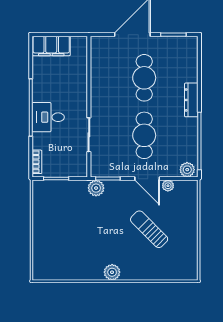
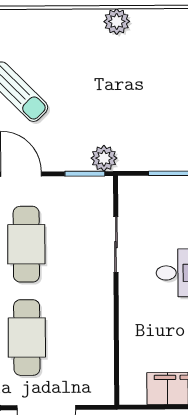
plant: (112, 272) -> (117, 21), moved

